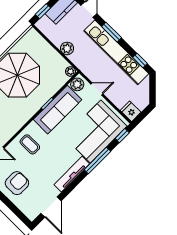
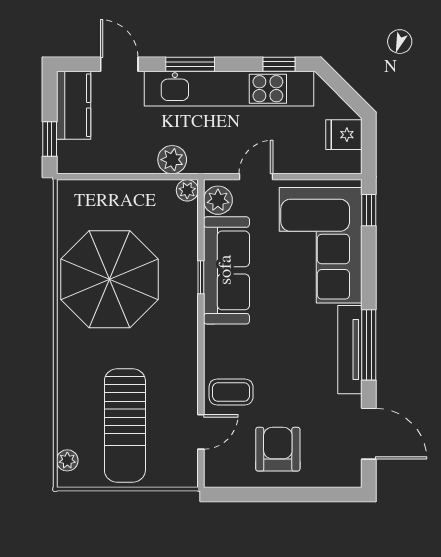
plant: (67, 48) -> (172, 160), moved
fridge: (131, 111) -> (344, 135), moved
coffee table: (30, 144) -> (231, 392), moved
window: (97, 160) -> (369, 345), moved

